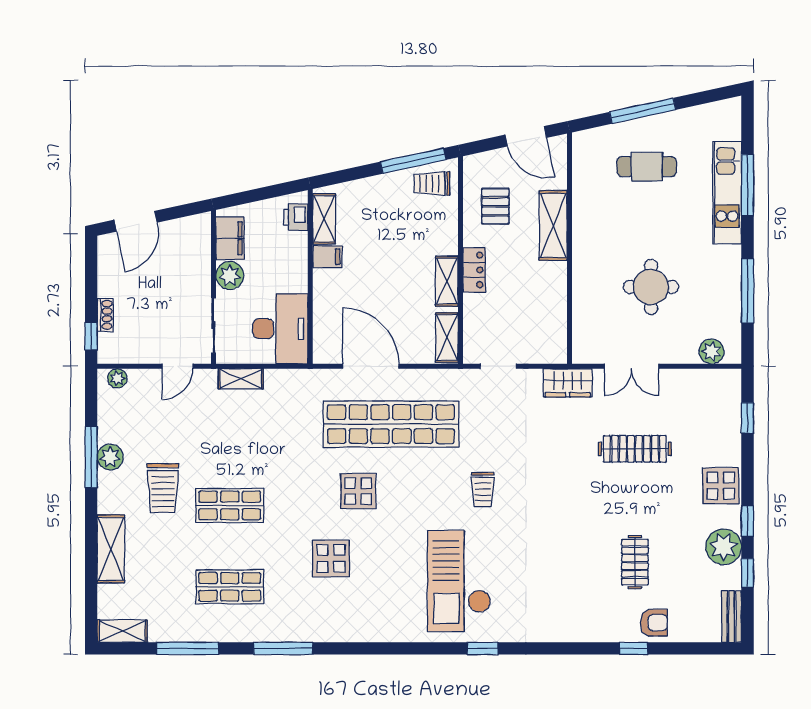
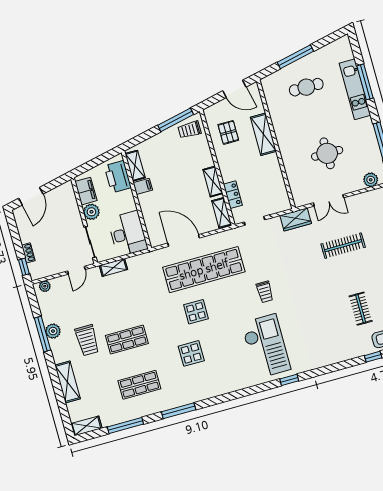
printer: (296, 217) -> (118, 177), width x1.87, depth x1.48
locker: (474, 270) -> (233, 195), moved
checkout: (459, 581) -> (266, 346), turned 180

